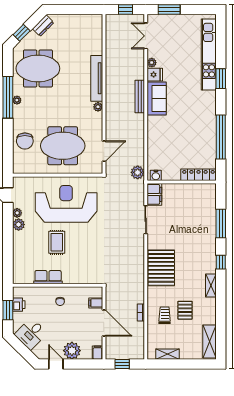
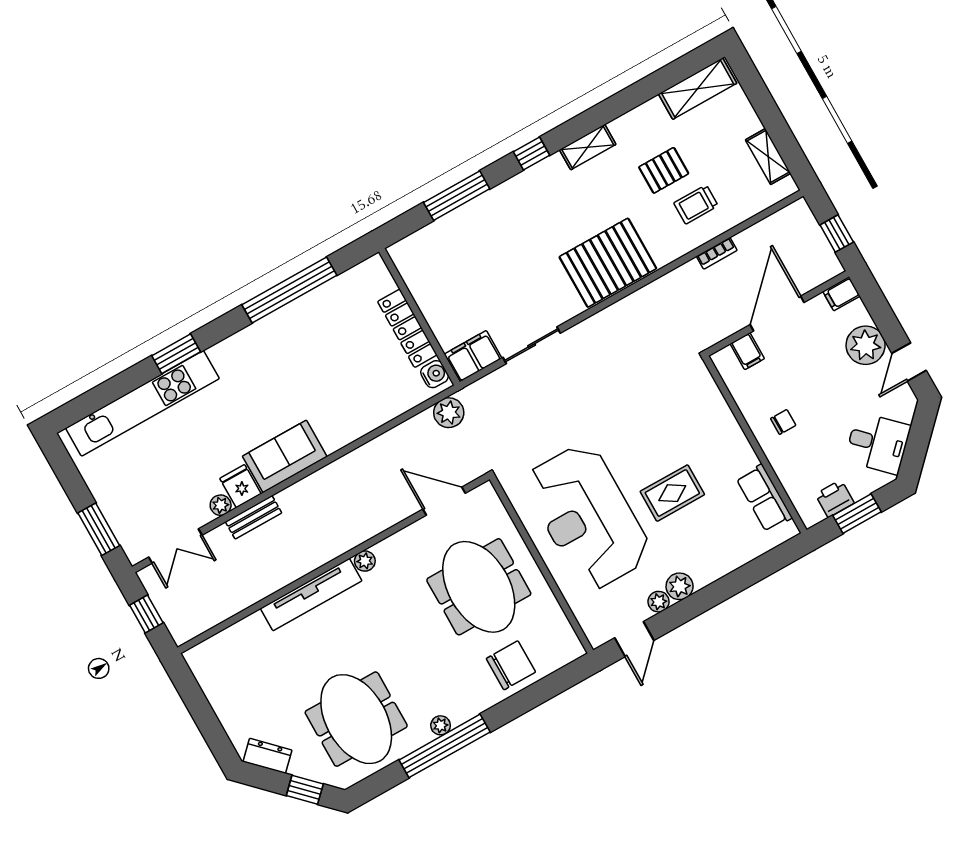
bench: (140, 96) -> (254, 517), moved, width x0.73
locker: (199, 175) -> (407, 328), moved
row of seats: (48, 277) -> (764, 498), moved

